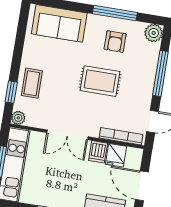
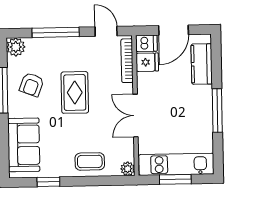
armchair: (115, 42) -> (32, 85), turned 111
window: (11, 92) -> (48, 182), moved
double door: (67, 135) -> (135, 116), swing flipped
dishwasher: (98, 152) -> (146, 43), moved

